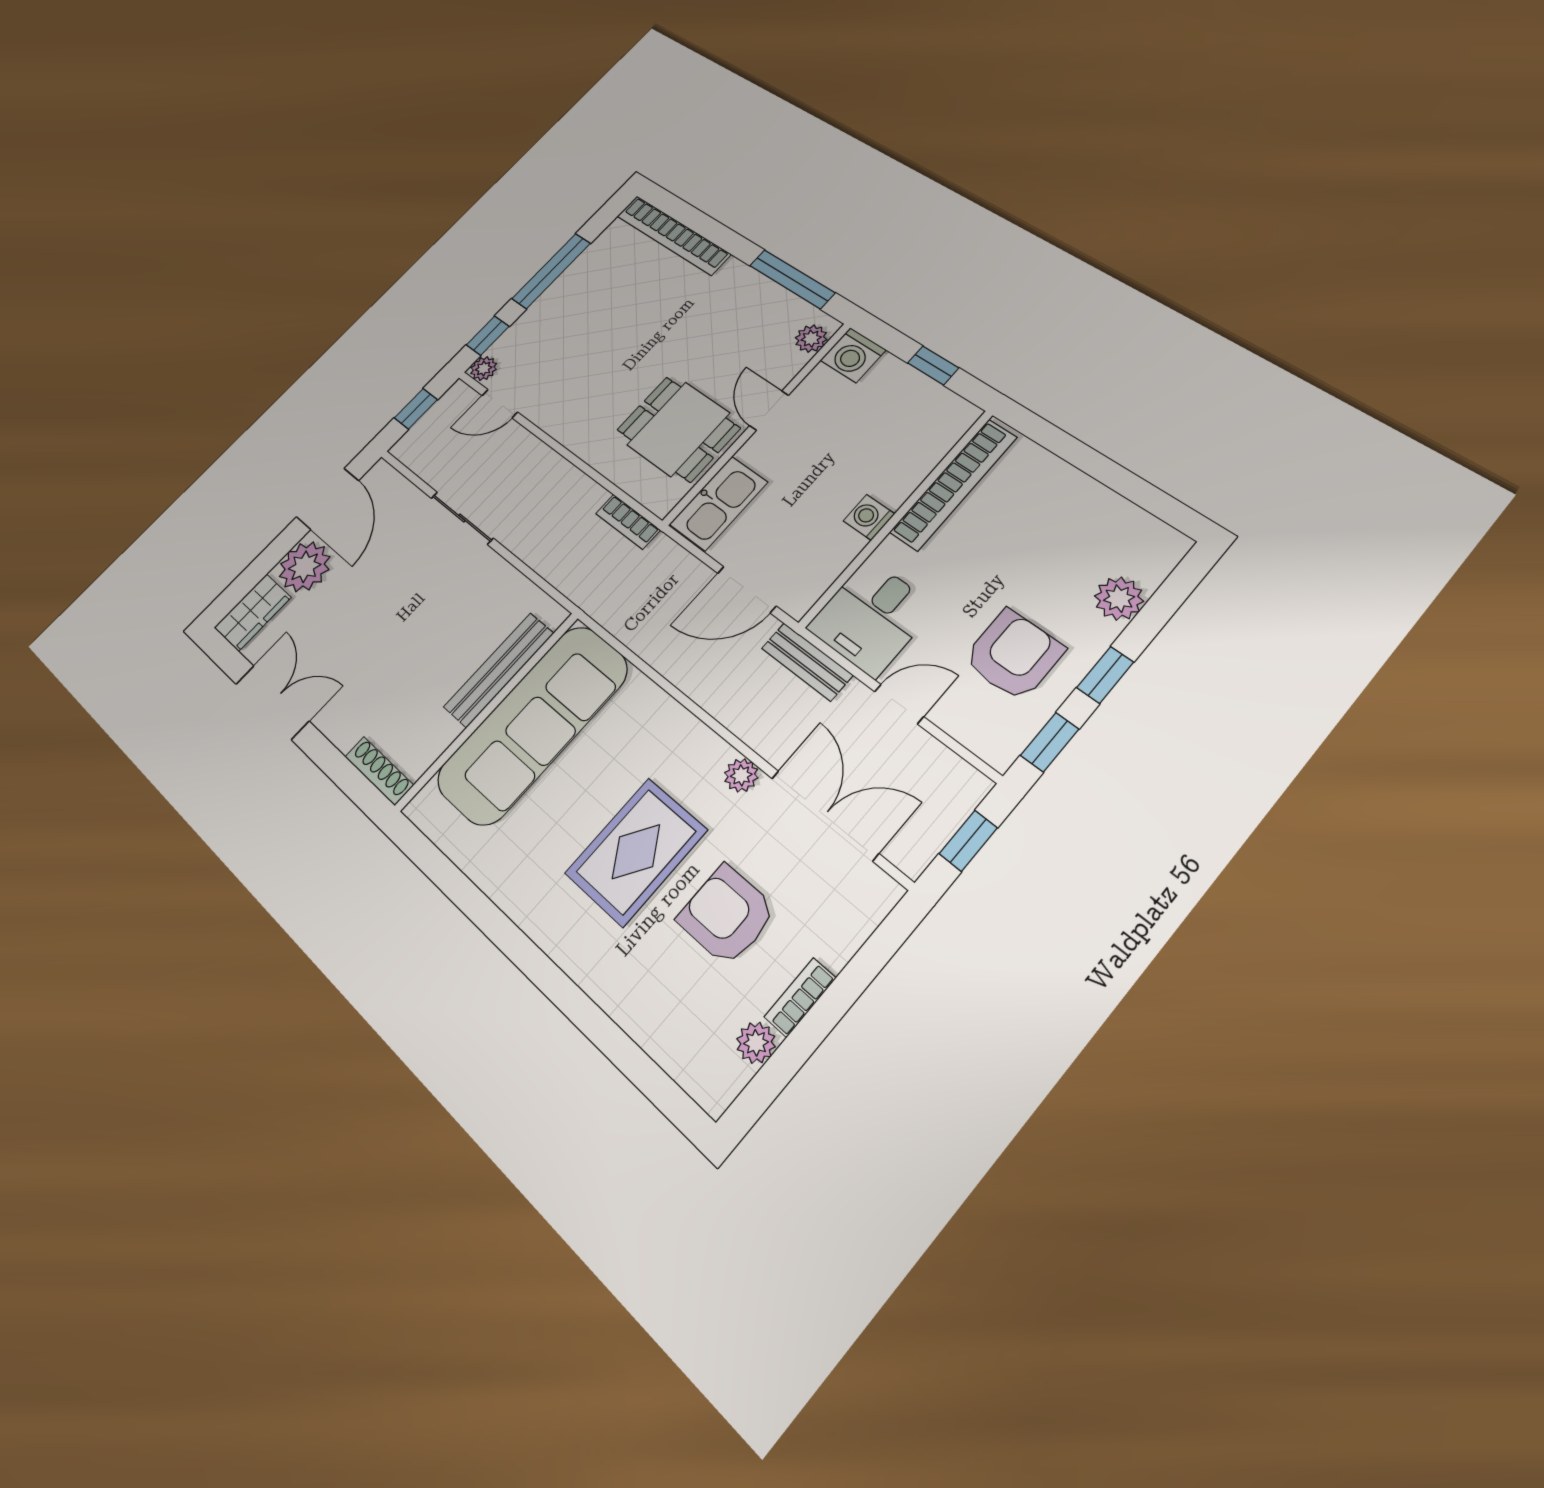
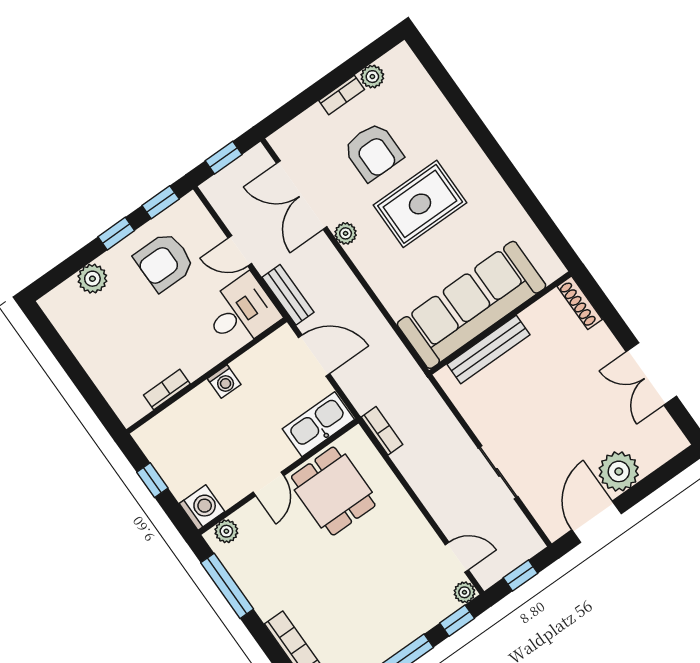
bookcase: (954, 485) -> (167, 389), width x0.43, depth x0.76
wardrobe: (253, 612) -> (661, 447), removed

